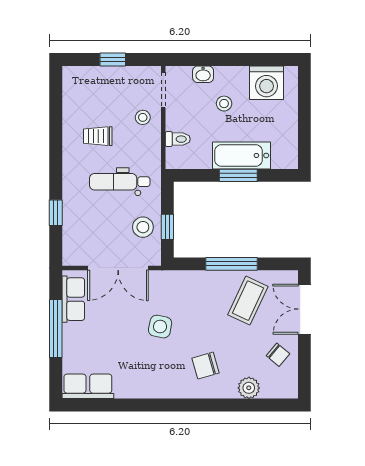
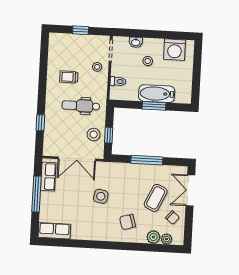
coffee table: (248, 301) -> (156, 198), moved
plant: (270, 390) -> (167, 239), added

